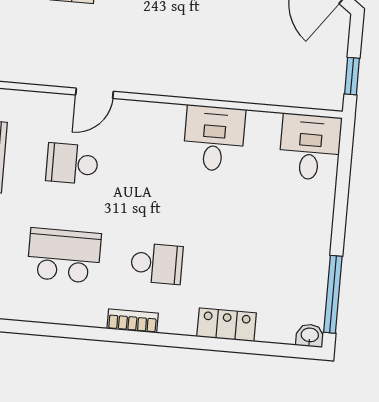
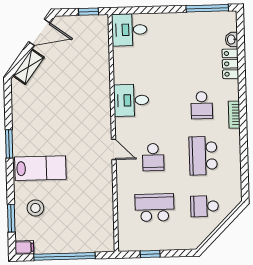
desk: (214, 138) -> (131, 100), moved
school desk: (157, 264) -> (202, 105), turned 180
washbasin: (310, 336) -> (232, 40), moved

